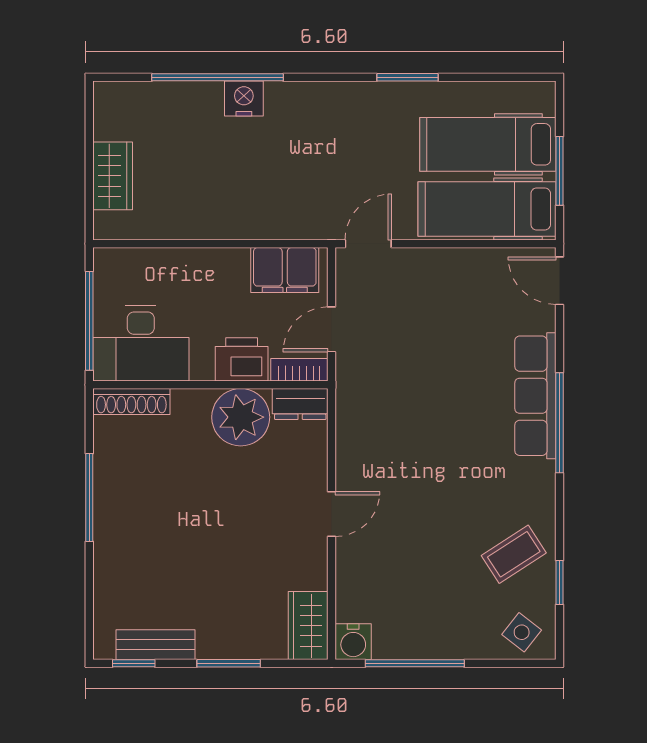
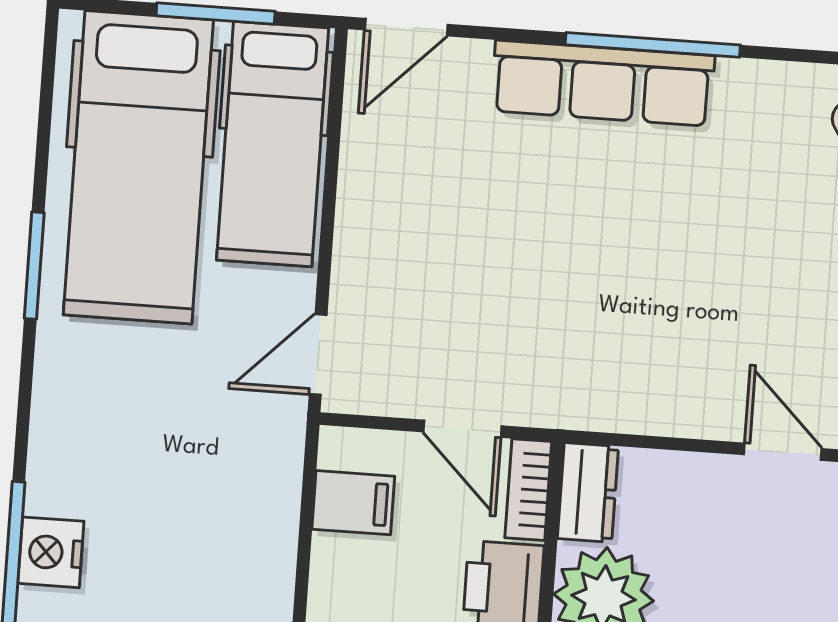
hospital bed: (488, 144) -> (138, 167), width x1.37, depth x1.29
door: (368, 244) -> (318, 355), hinge flipped
filing cabinet: (285, 270) -> (353, 503), width x0.50

